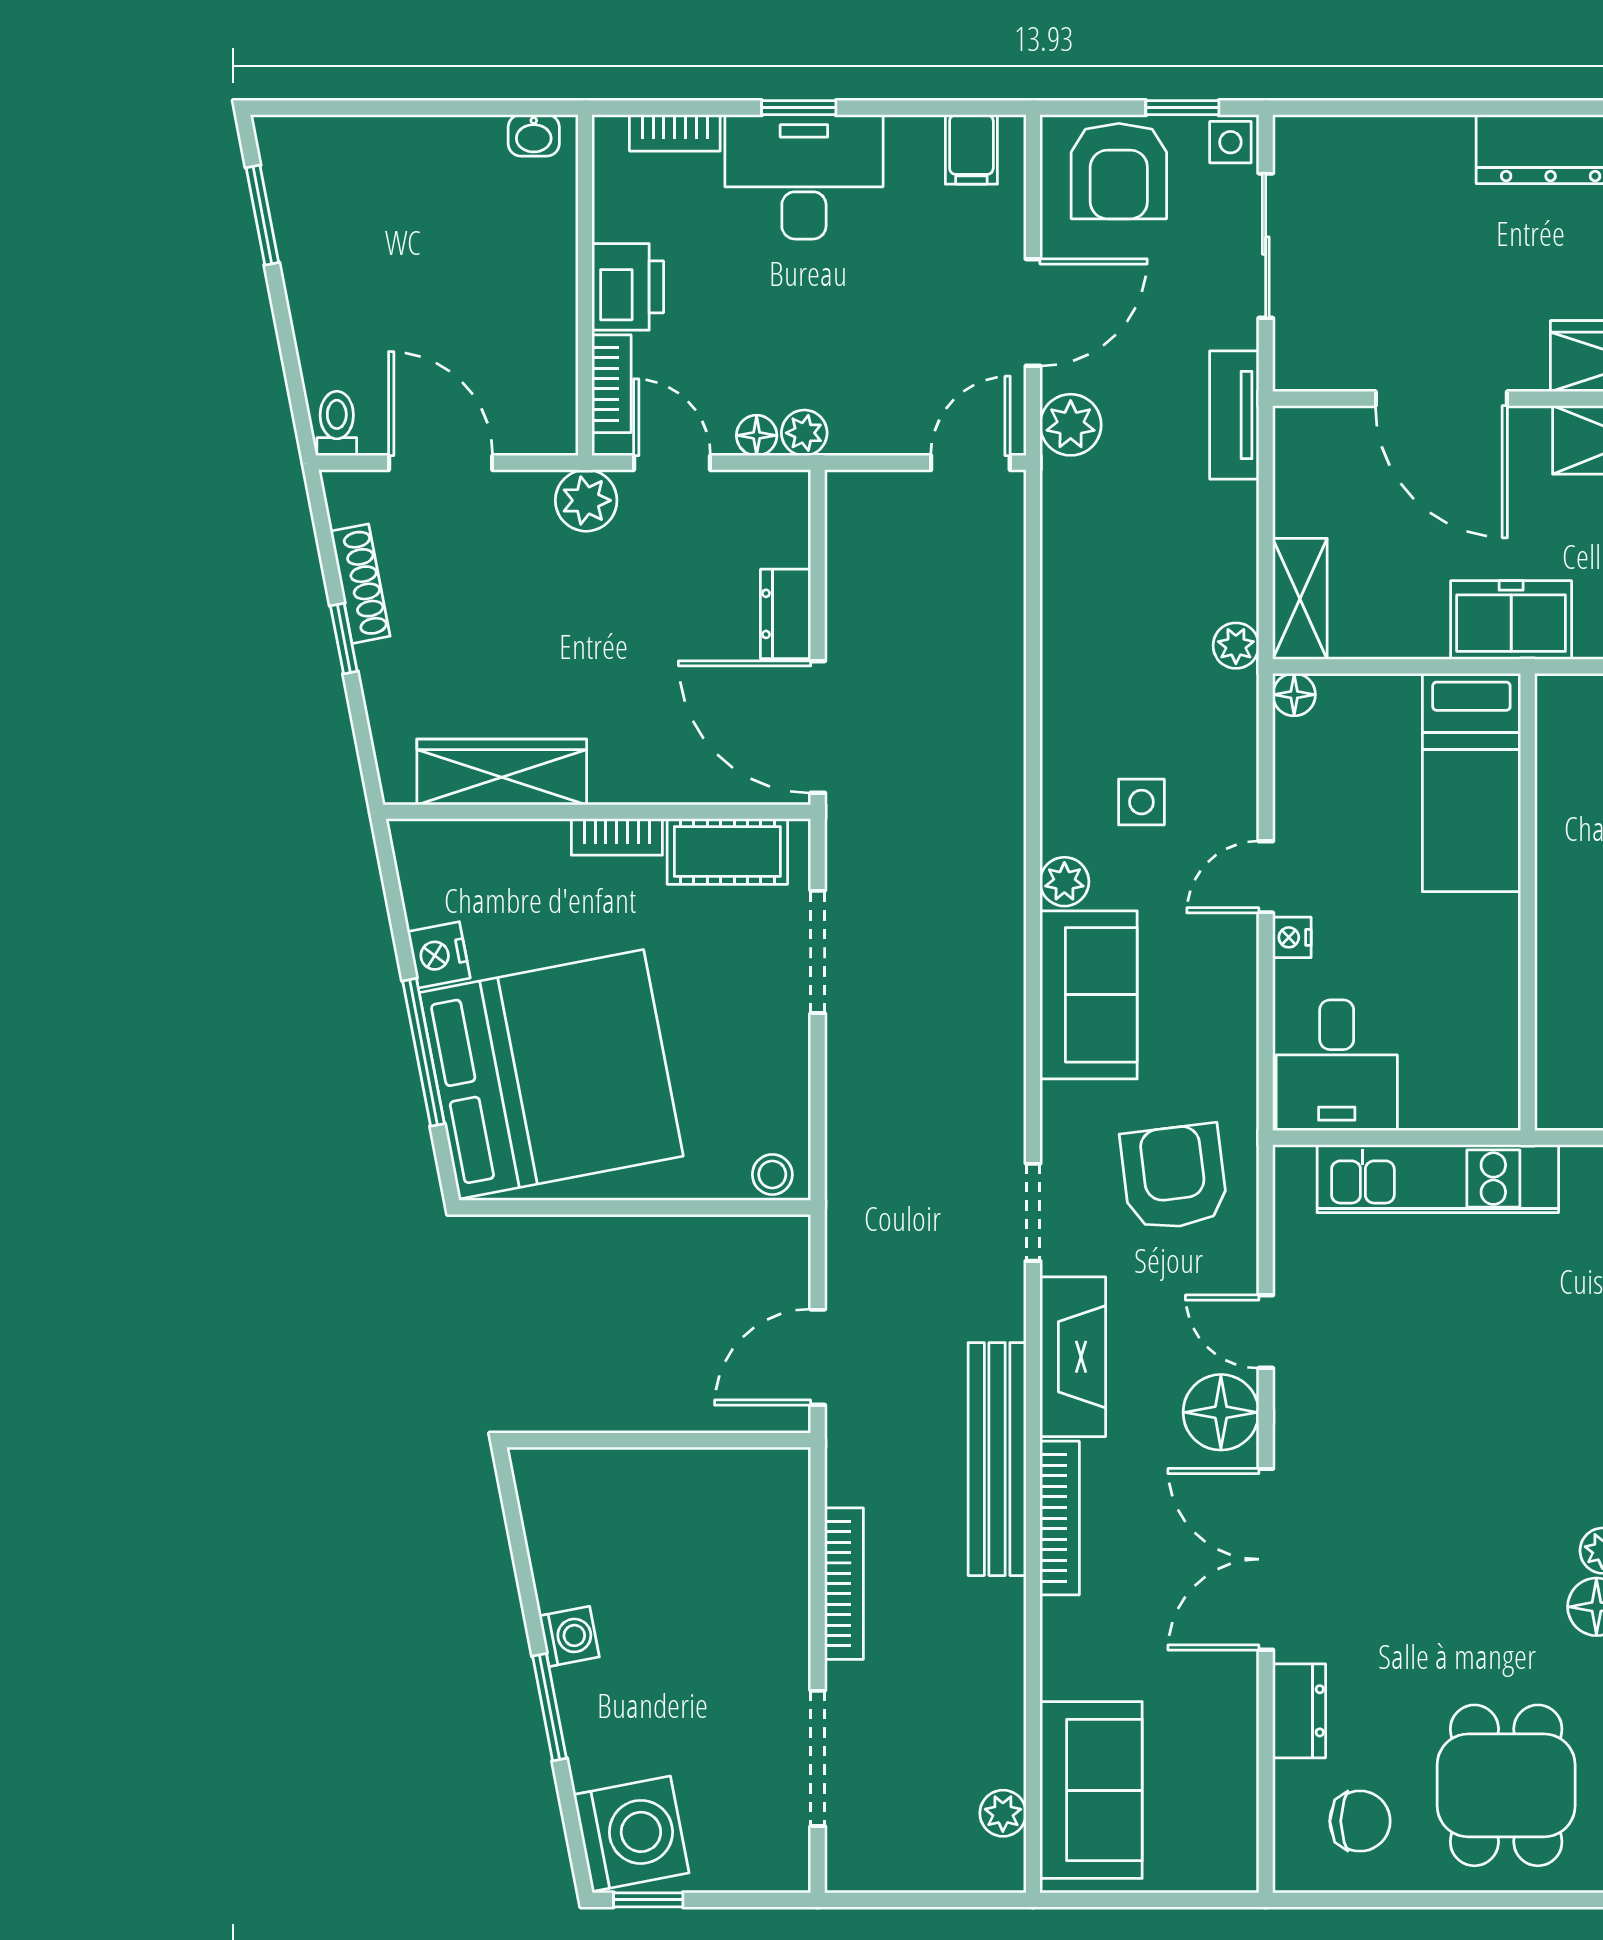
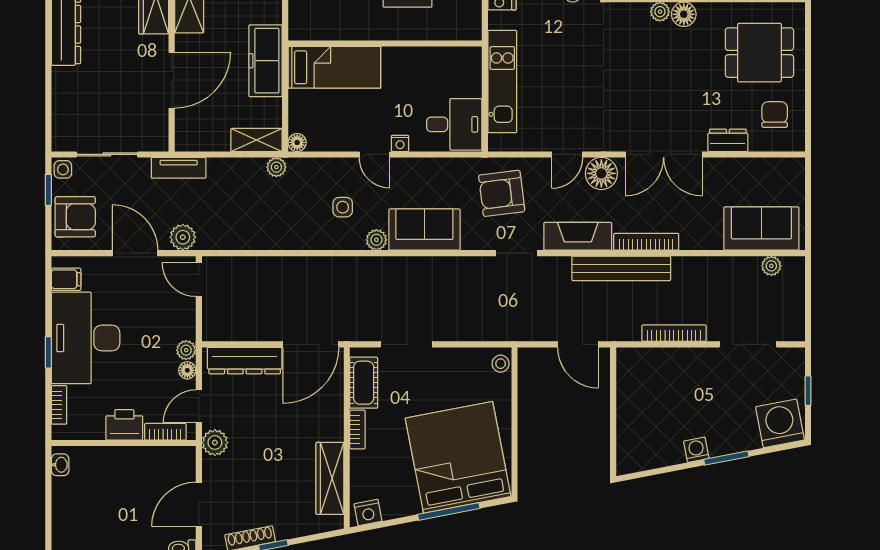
desk: (804, 177) -> (86, 338), width x1.36, depth x1.30
dresser: (786, 614) -> (245, 361), width x1.96, depth x1.24
freezer: (1511, 620) -> (266, 61), width x1.40
nightstand: (439, 955) -> (368, 513), moved
window: (648, 1900) -> (808, 391), moved

